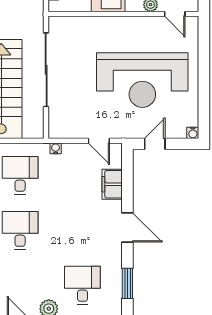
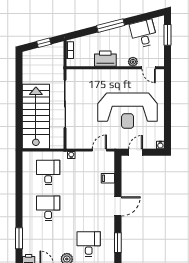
door: (99, 141) -> (99, 150), swing flipped
filing cabinet: (112, 184) -> (108, 178), width x0.50
door: (127, 228) -> (118, 206), hinge flipped

